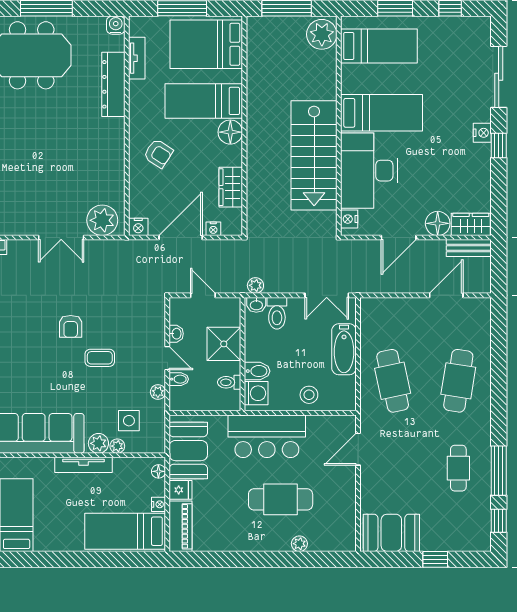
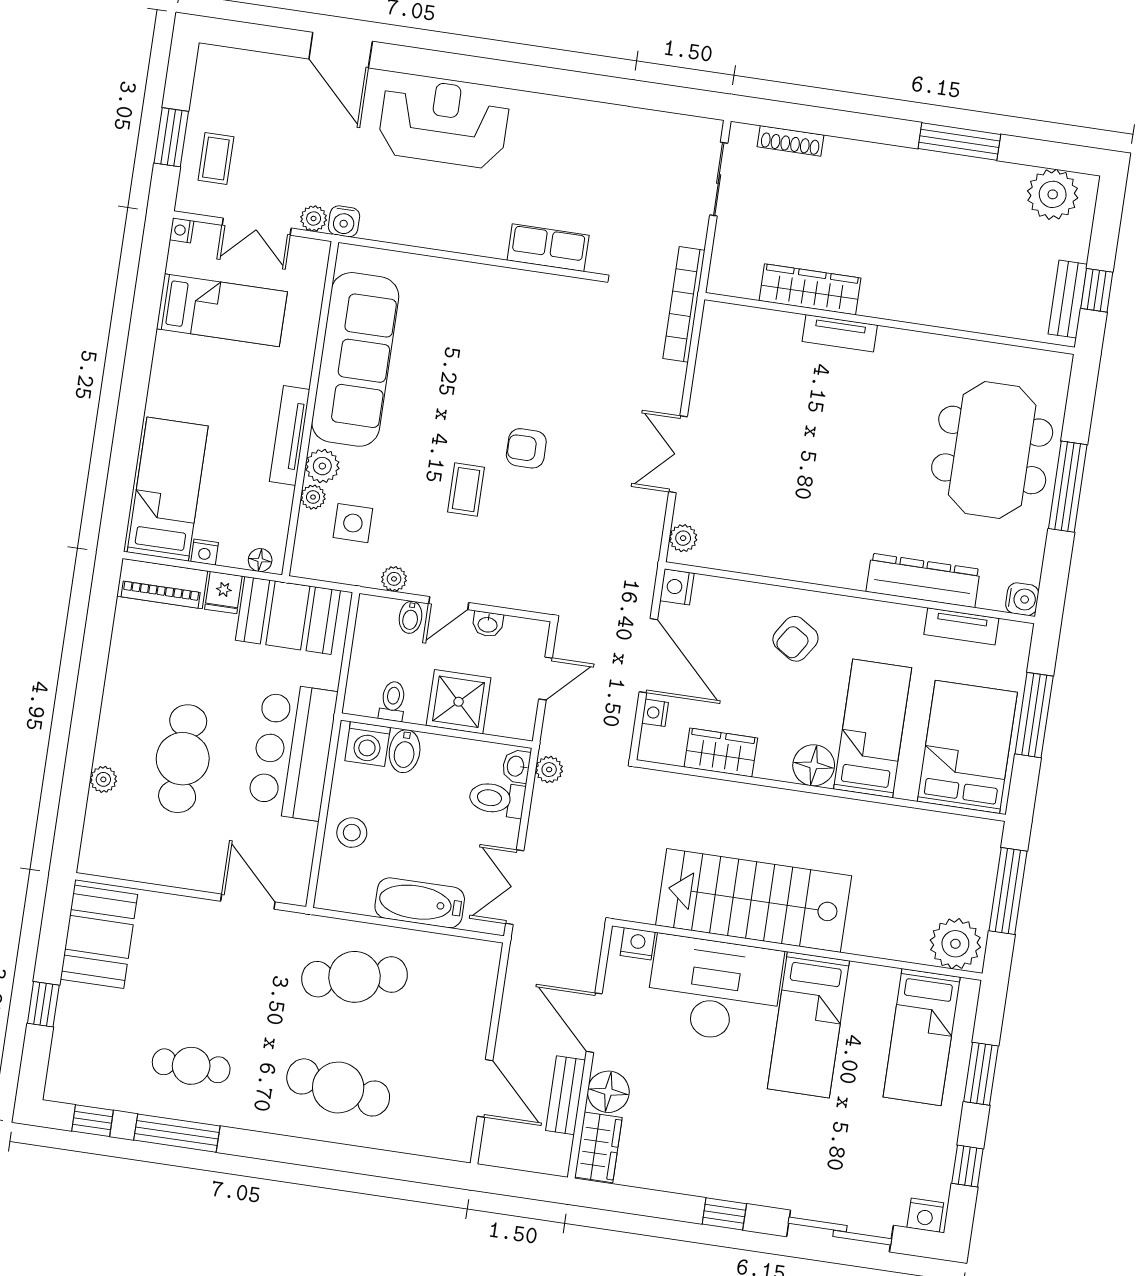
nightstand: (482, 133) -> (925, 1215), moved
plant: (102, 220) -> (683, 538), width x0.53, depth x0.53
bench: (469, 248) -> (565, 1095), moved

